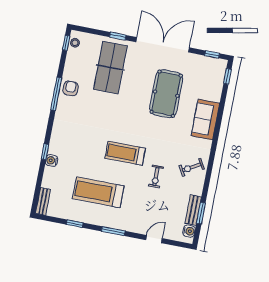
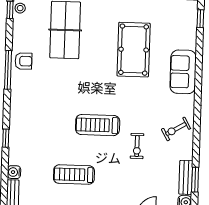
armchair: (71, 88) -> (23, 61), turned 90
water cooler: (52, 160) -> (14, 172), moved
treadmill: (98, 192) -> (74, 175), width x0.73, depth x0.73

